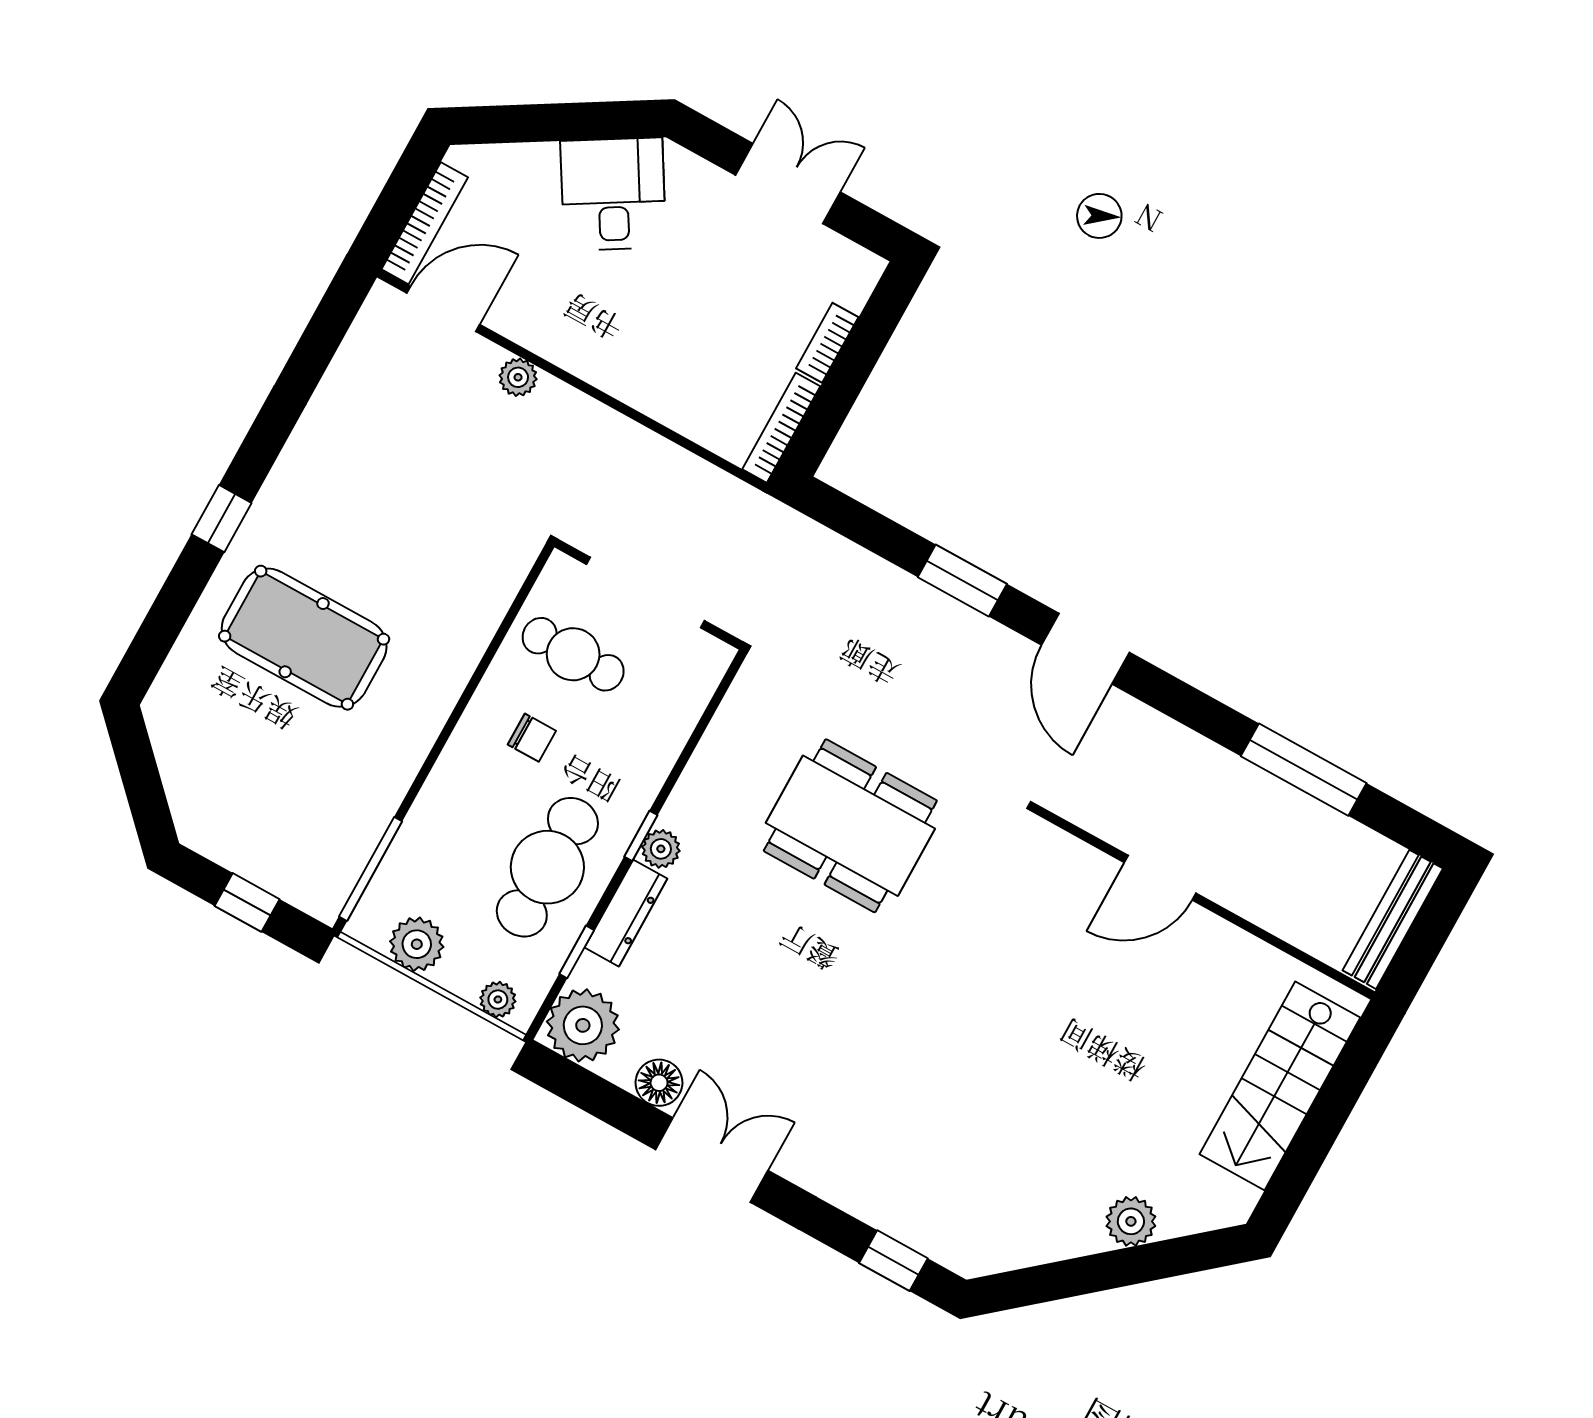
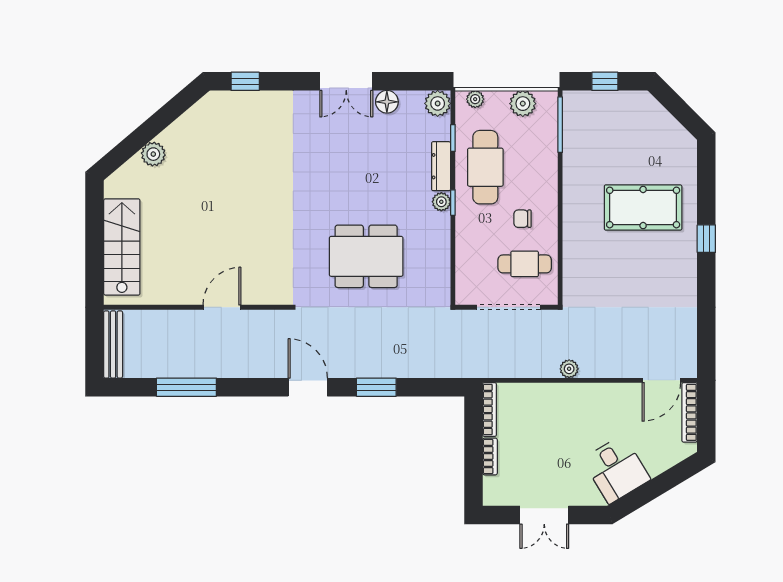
plant: (518, 377) -> (569, 369), moved
plant: (583, 1025) -> (438, 103), width x0.73, depth x0.73

